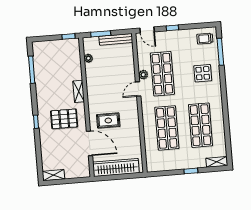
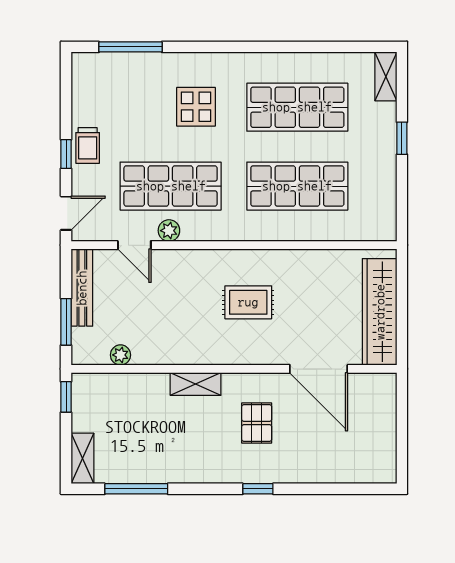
trolley: (205, 39) -> (88, 145), moved
display table: (203, 73) -> (196, 107), moved
door: (138, 89) -> (134, 245), moved
pallet: (64, 119) -> (257, 423), width x0.67, depth x0.71
rug: (108, 121) -> (248, 302), moved, turned 90
door: (89, 143) -> (319, 369), swing flipped
shelving: (53, 175) -> (82, 458), moved

